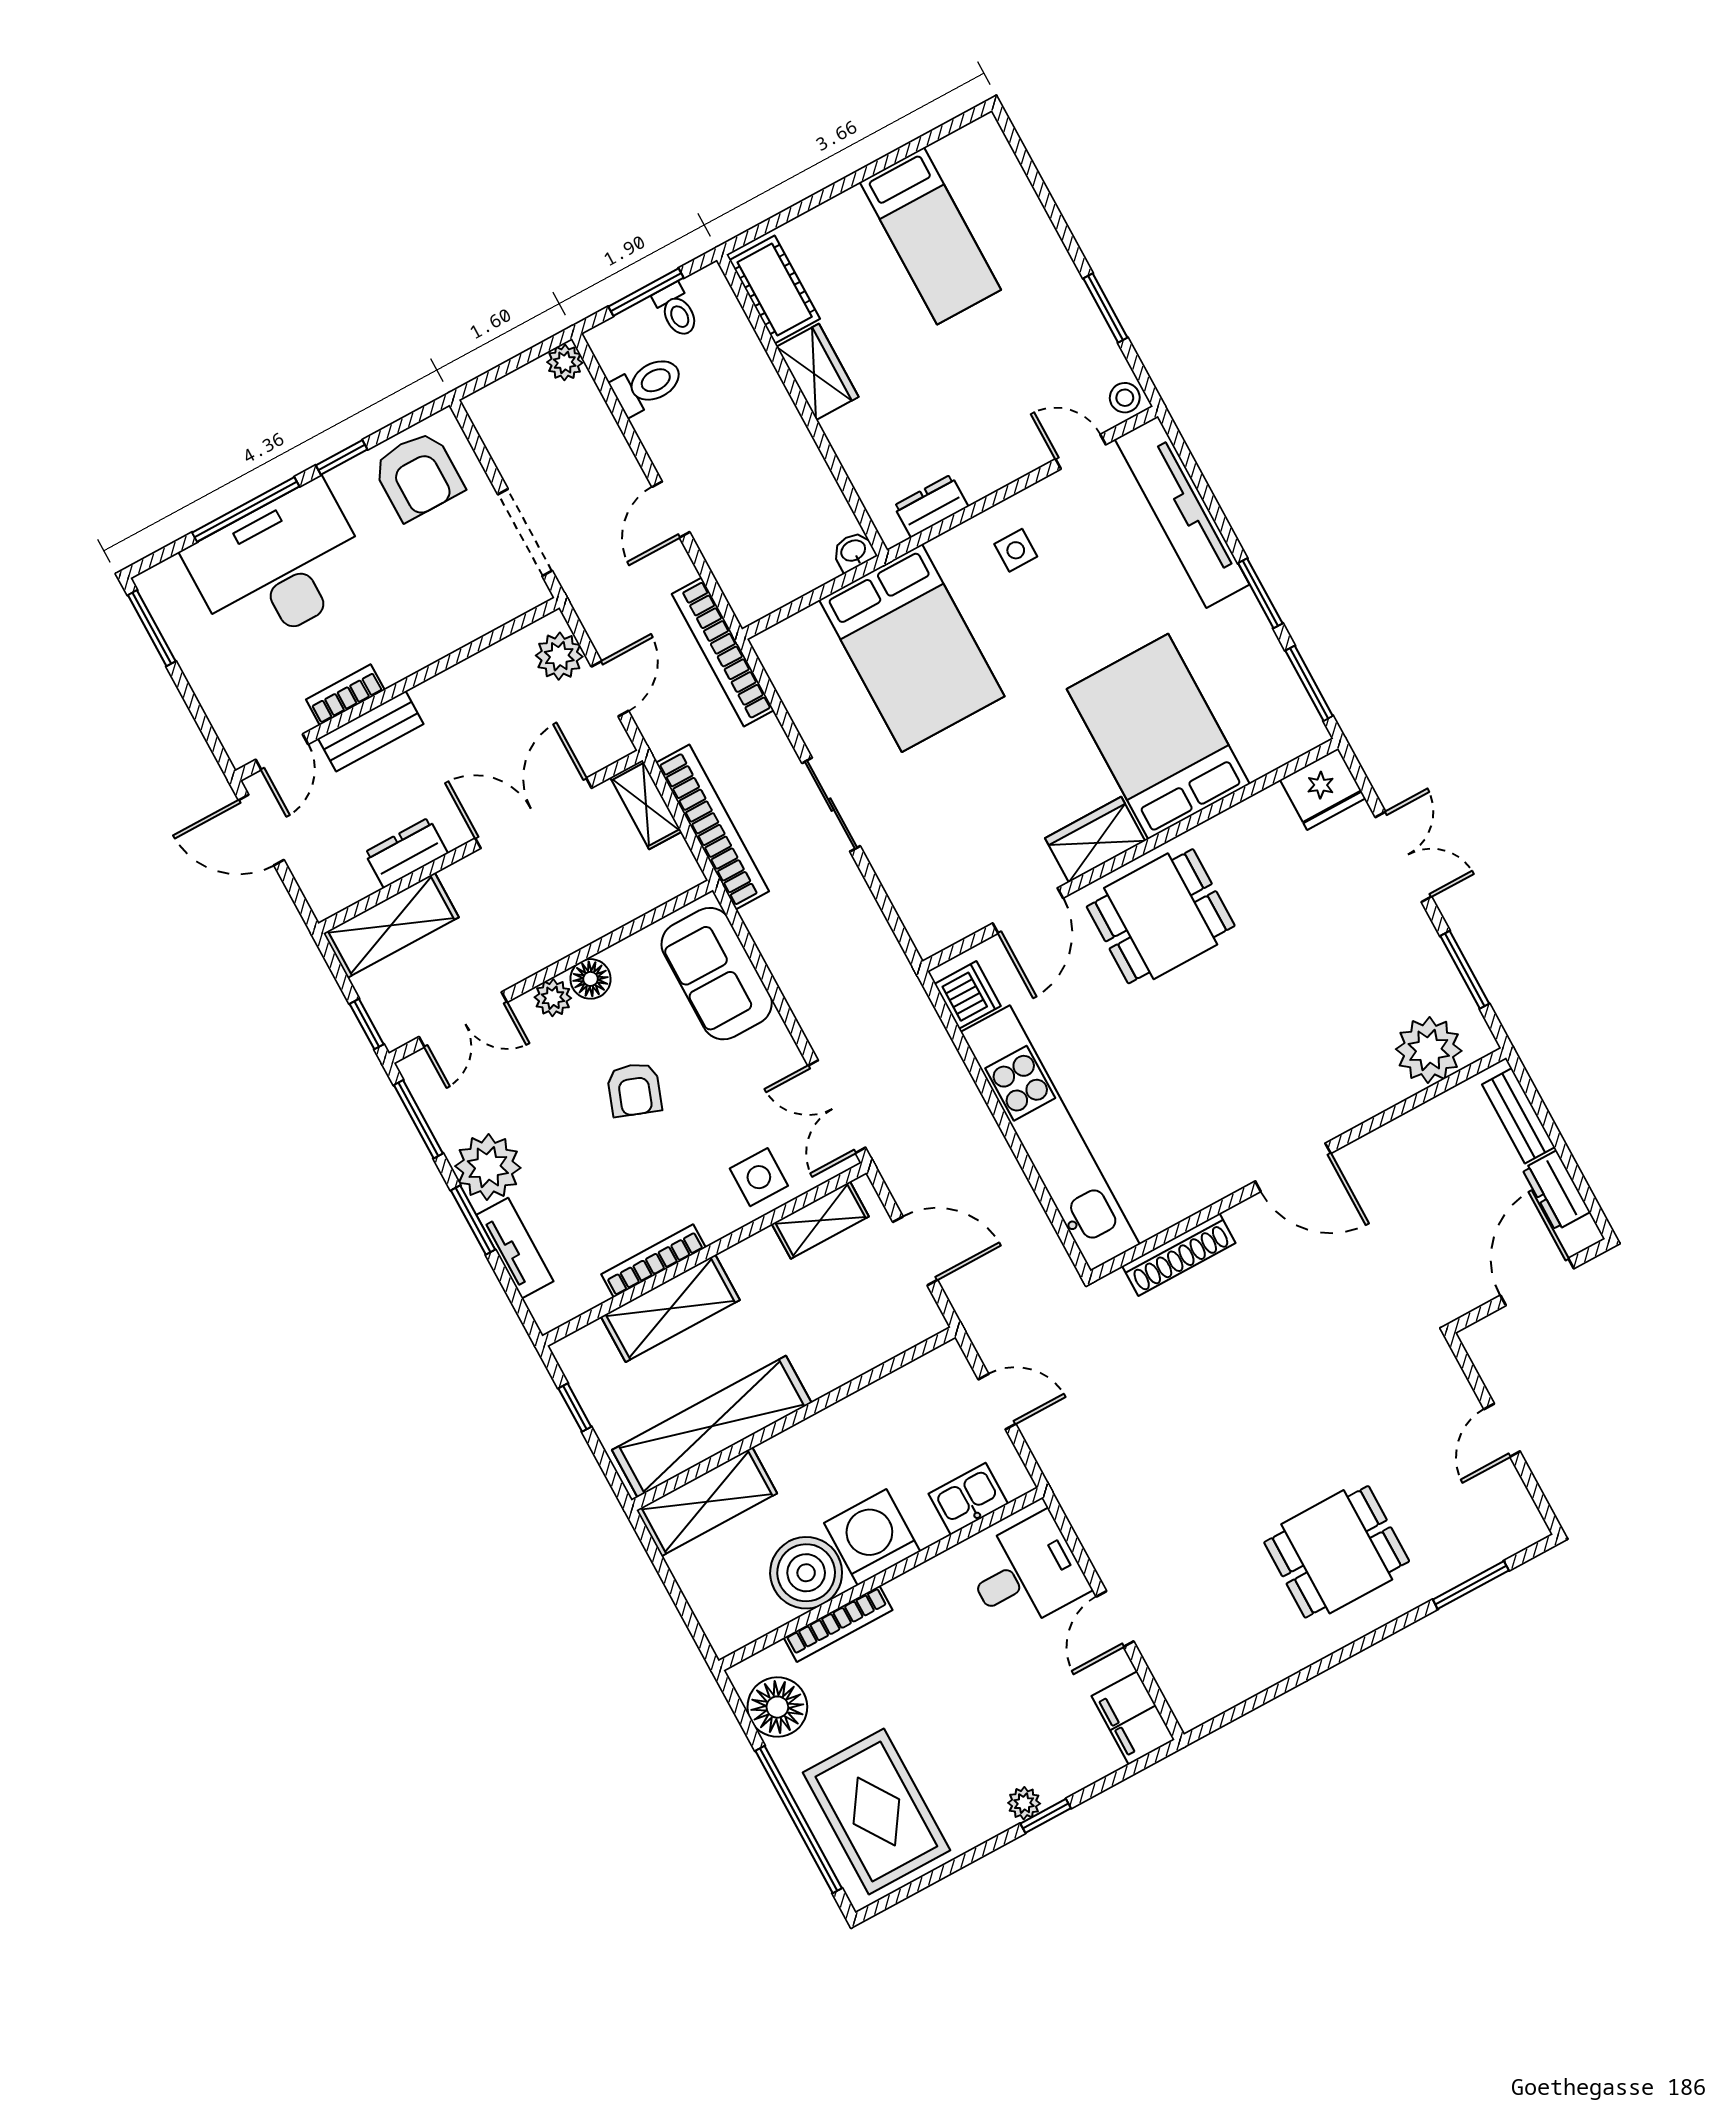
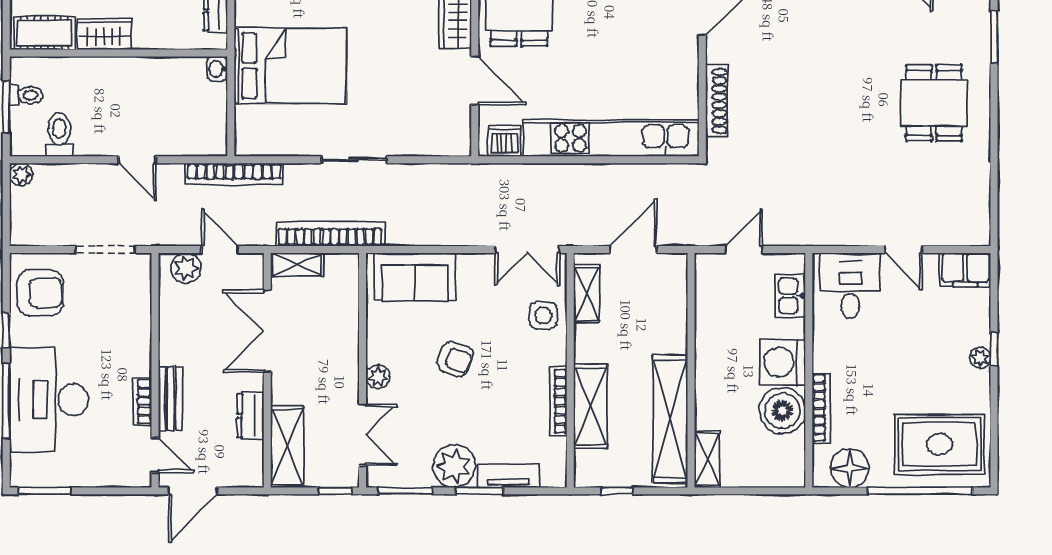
floor lamp: (591, 979) -> (379, 350), removed
shelving: (707, 1502) -> (707, 459), width x0.67, depth x0.75

